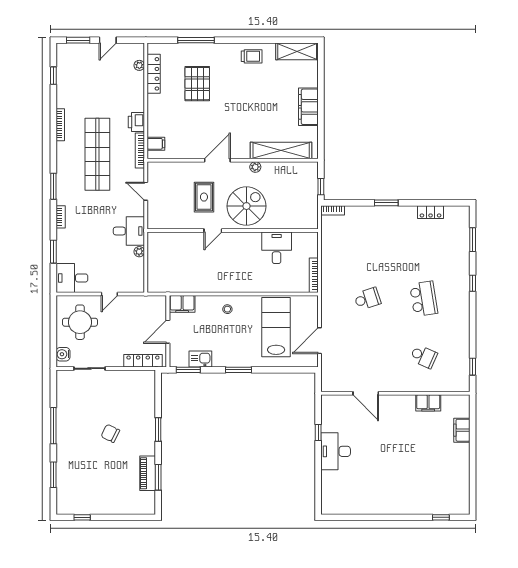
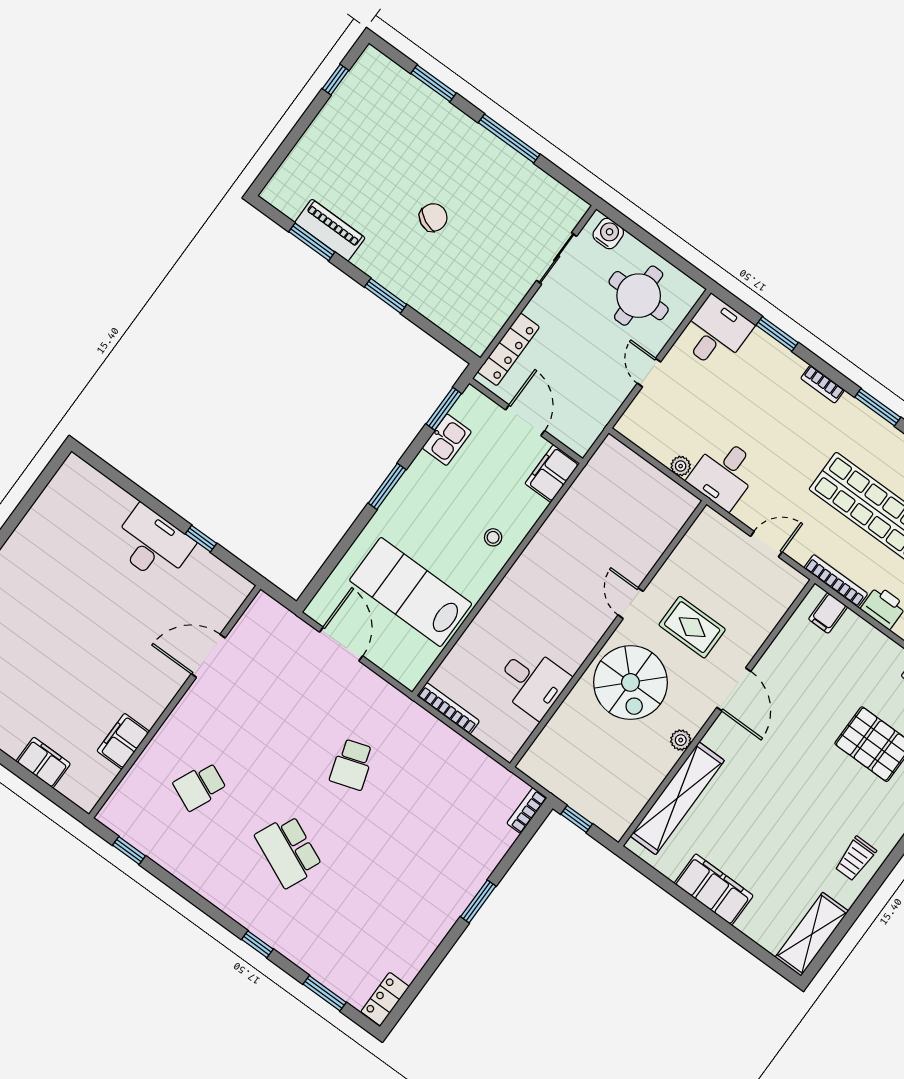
locker: (431, 212) -> (385, 999), moved
school desk: (424, 299) -> (289, 851), turned 33
lab bench: (276, 327) -> (411, 592), turned 180

